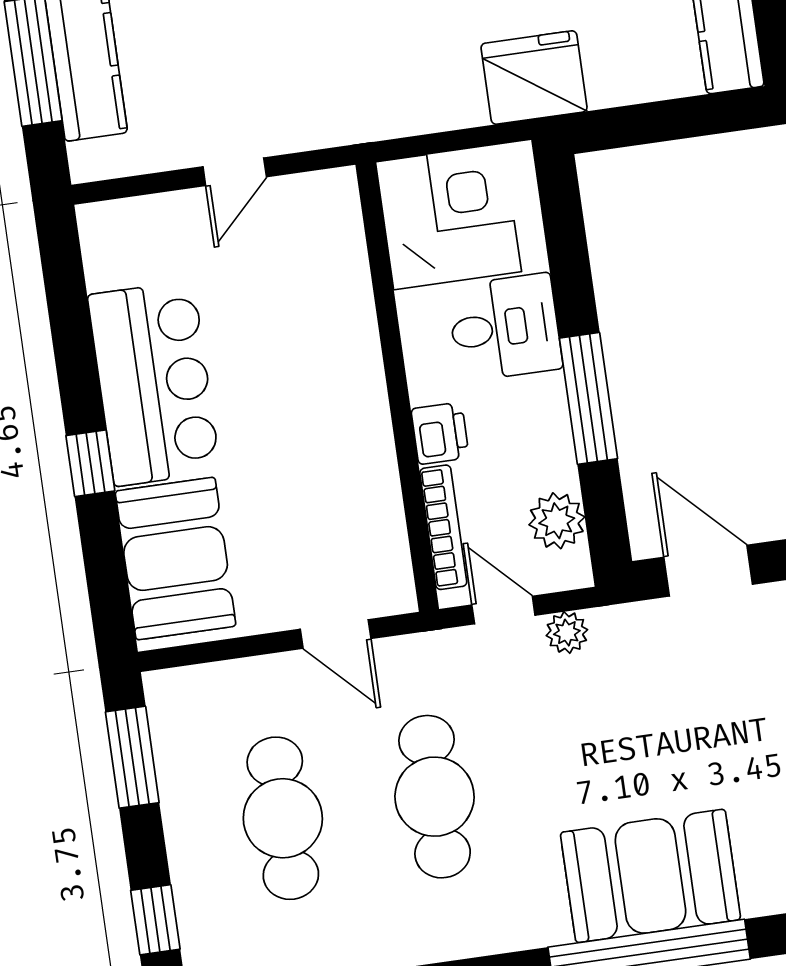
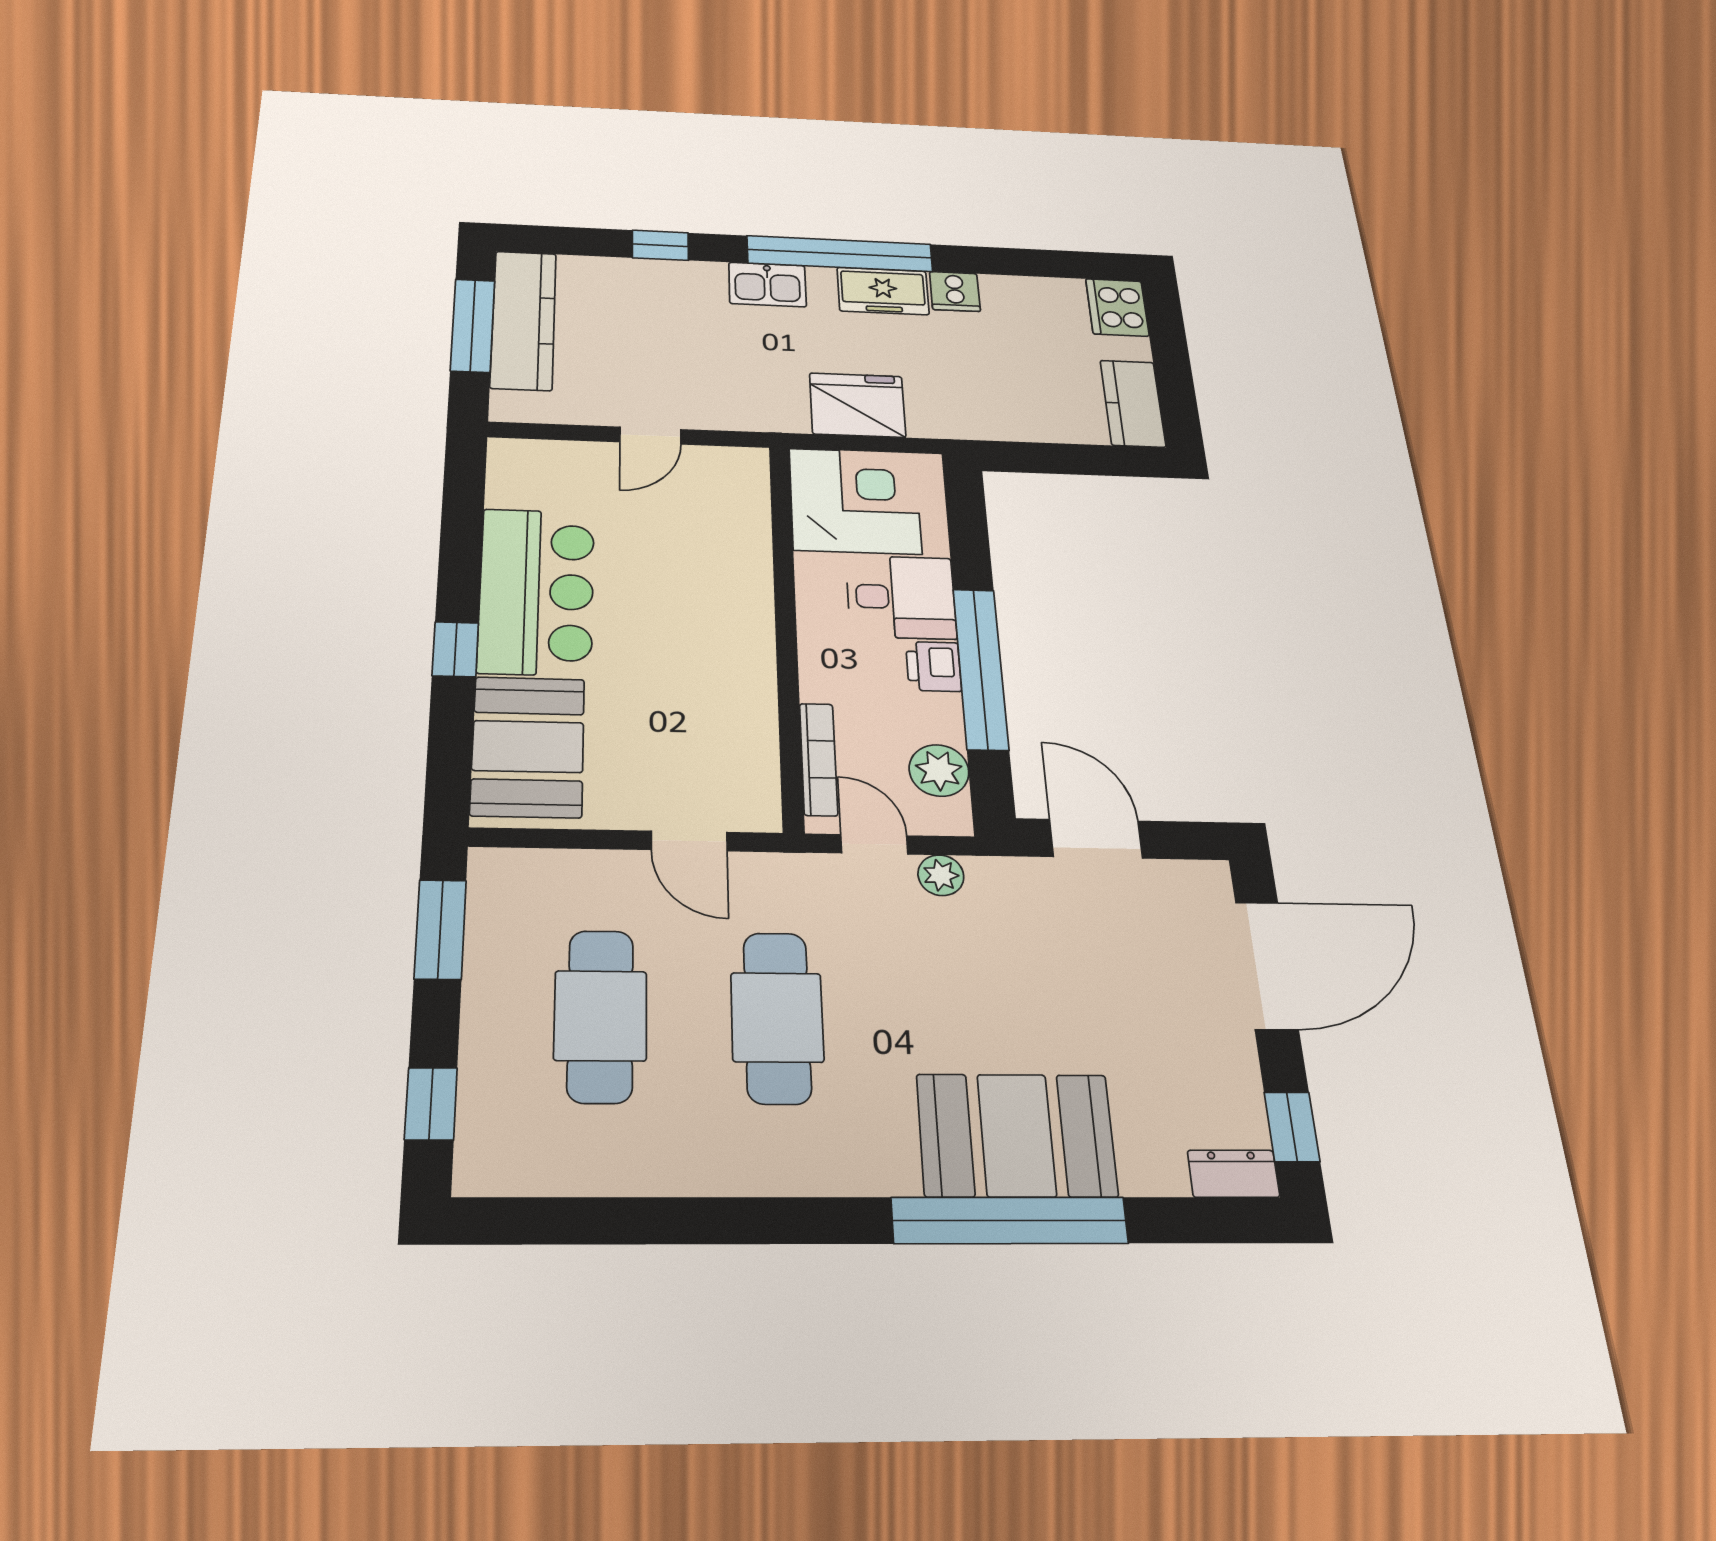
fridge: (534, 78) -> (857, 405), moved
window: (588, 398) -> (981, 668), width x1.46
printer: (440, 433) -> (934, 666), moved, turned 180

